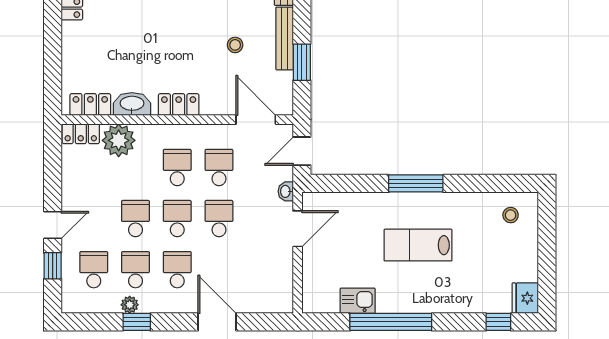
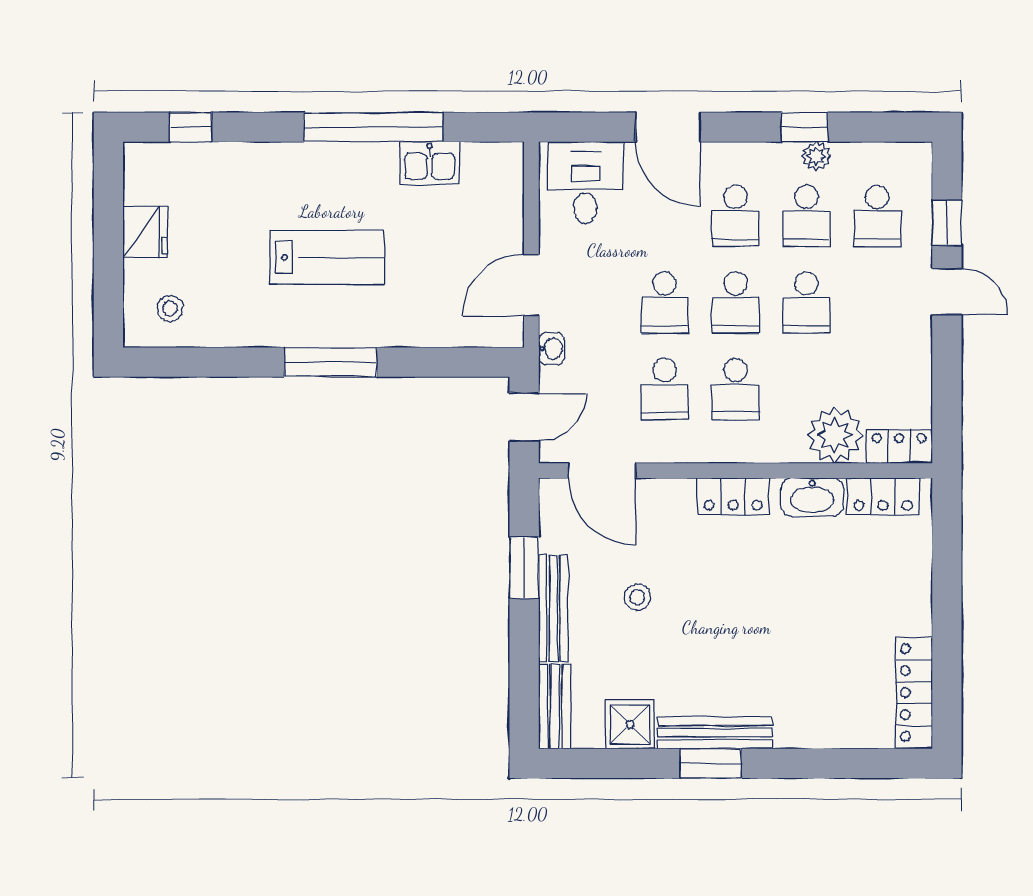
door: (53, 225) -> (947, 292), swing flipped
desk: (266, 289) -> (585, 183), added
fridge: (525, 298) -> (145, 232), moved

